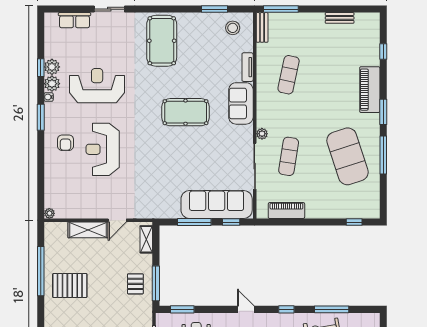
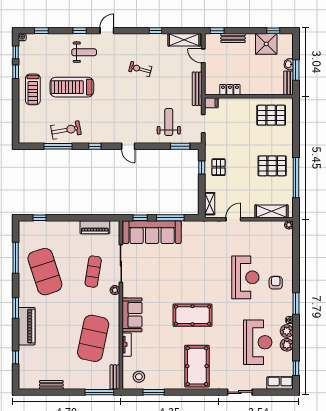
row of seats: (74, 20) -> (280, 383), moved
window: (41, 68) -> (296, 368), moved
exercise mat: (289, 75) -> (93, 338), width x2.00, depth x1.45
reception desk: (97, 86) -> (258, 342), moved, turned -90
pool table: (186, 112) -> (193, 315), moved
window: (383, 155) -> (16, 258), moved
shelving: (88, 230) -> (271, 211), moved
window: (156, 283) -> (202, 168), width x0.46

